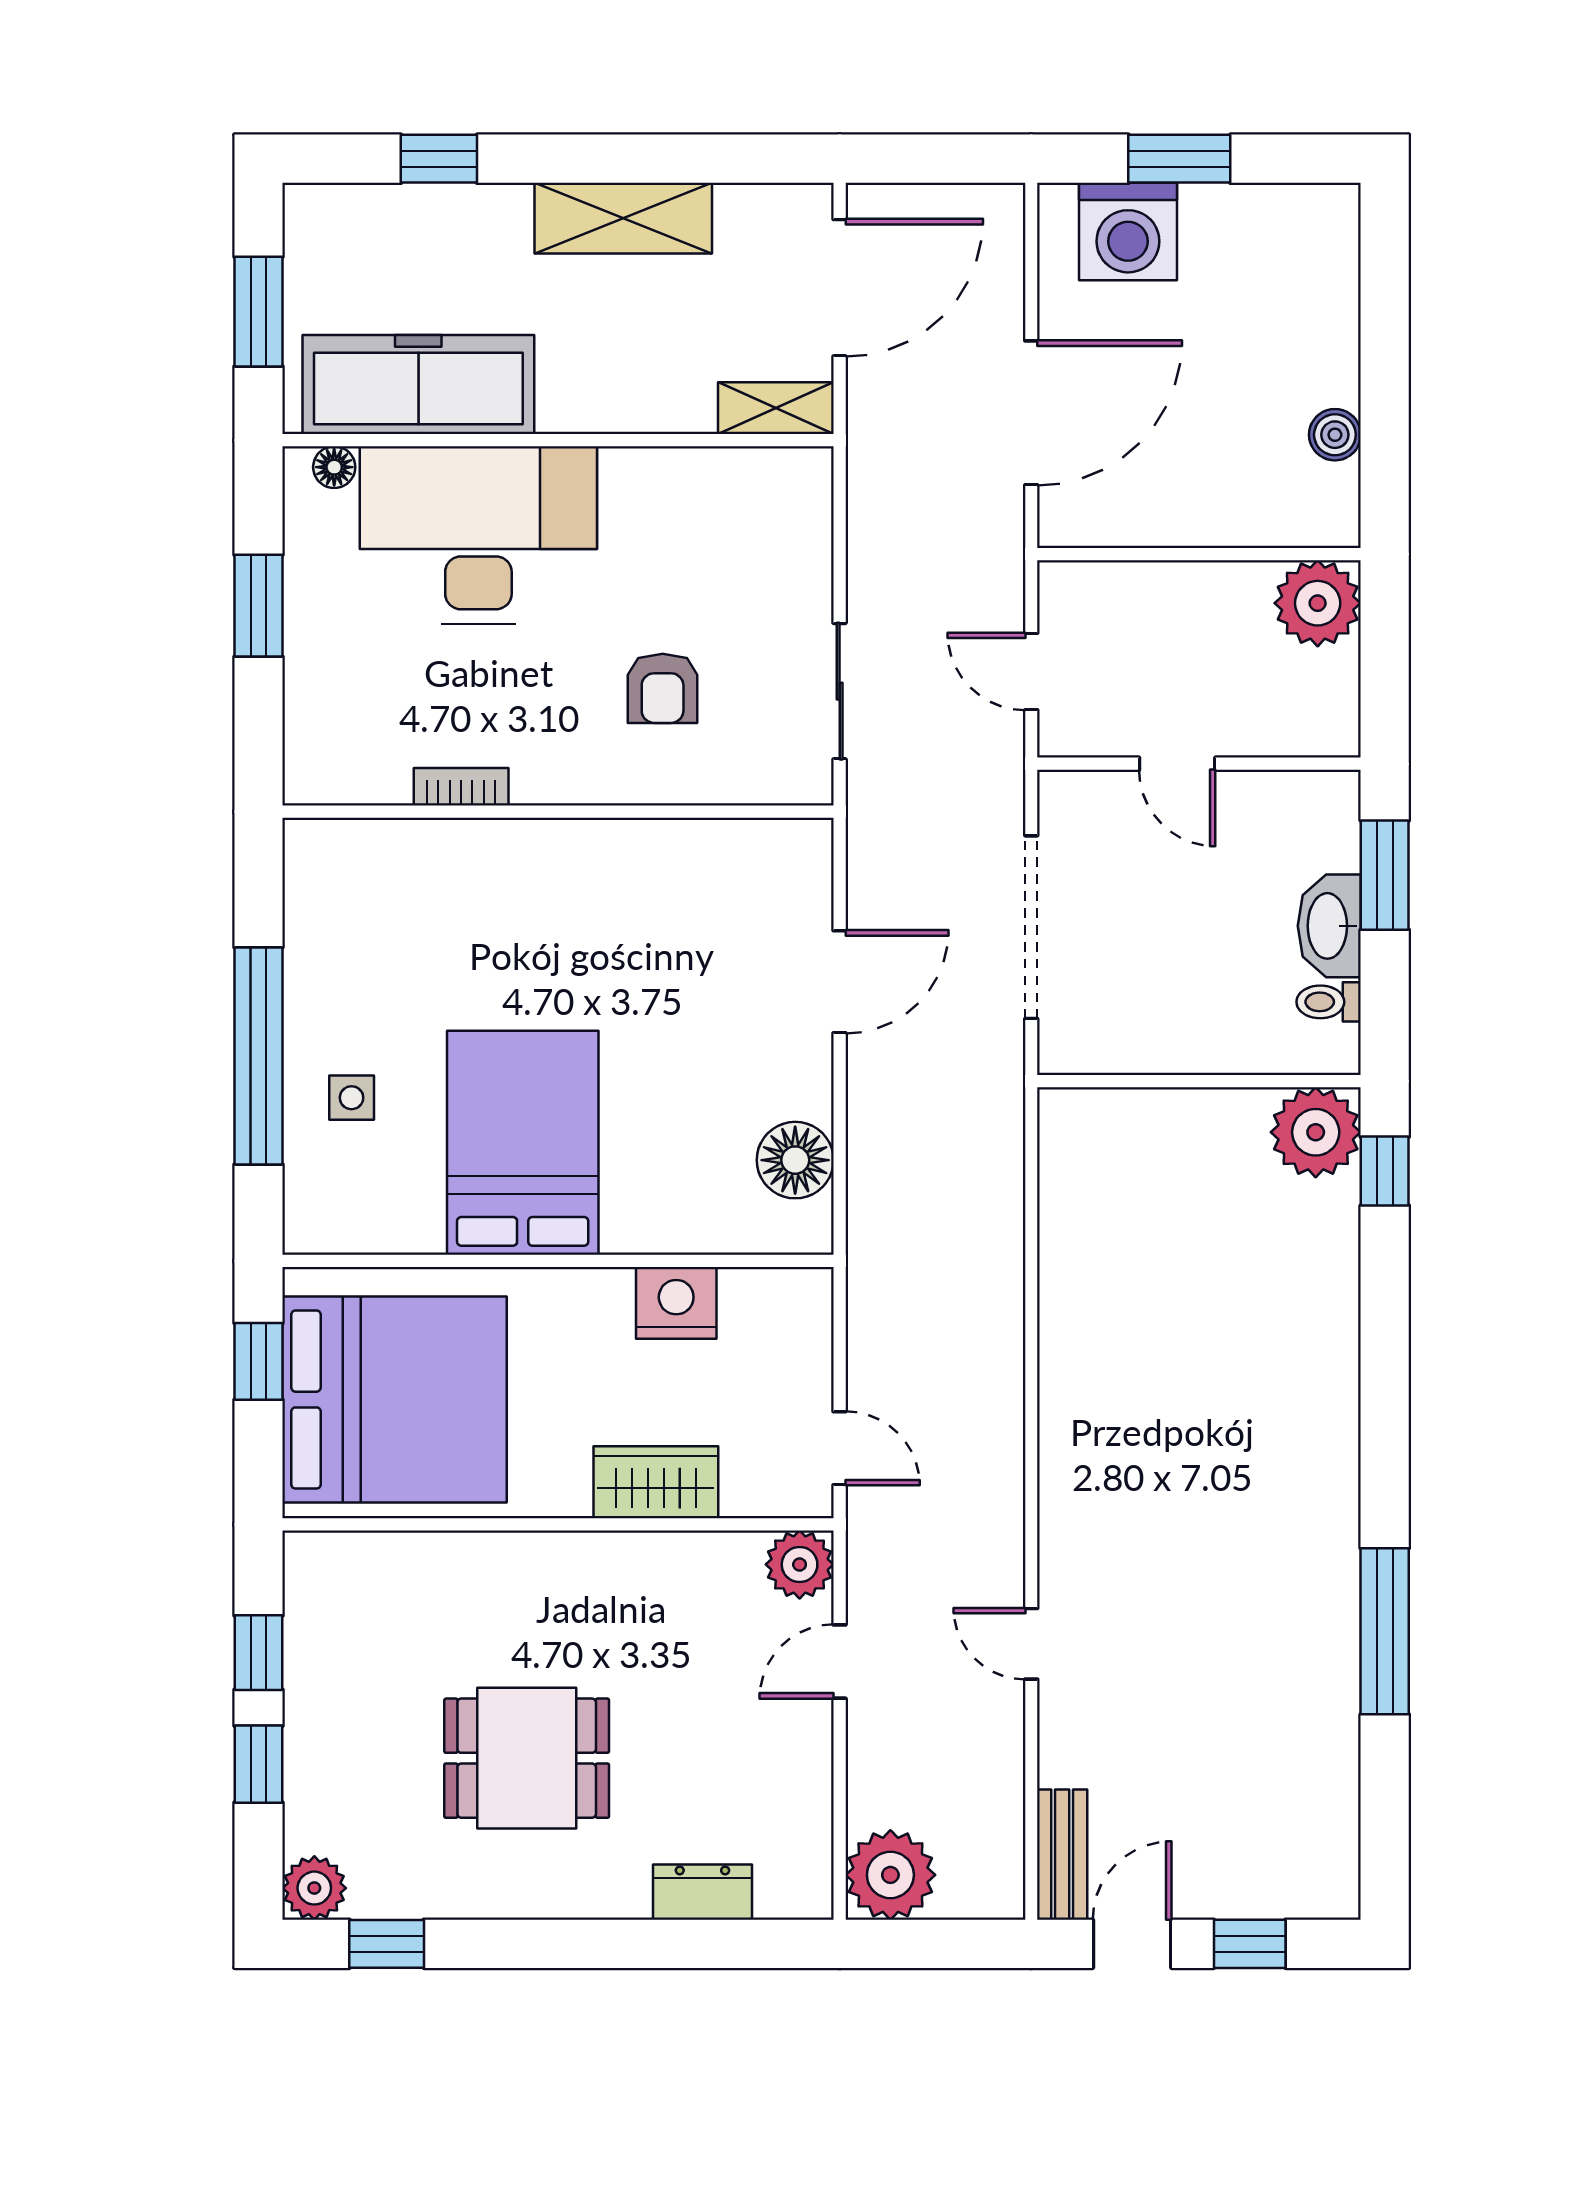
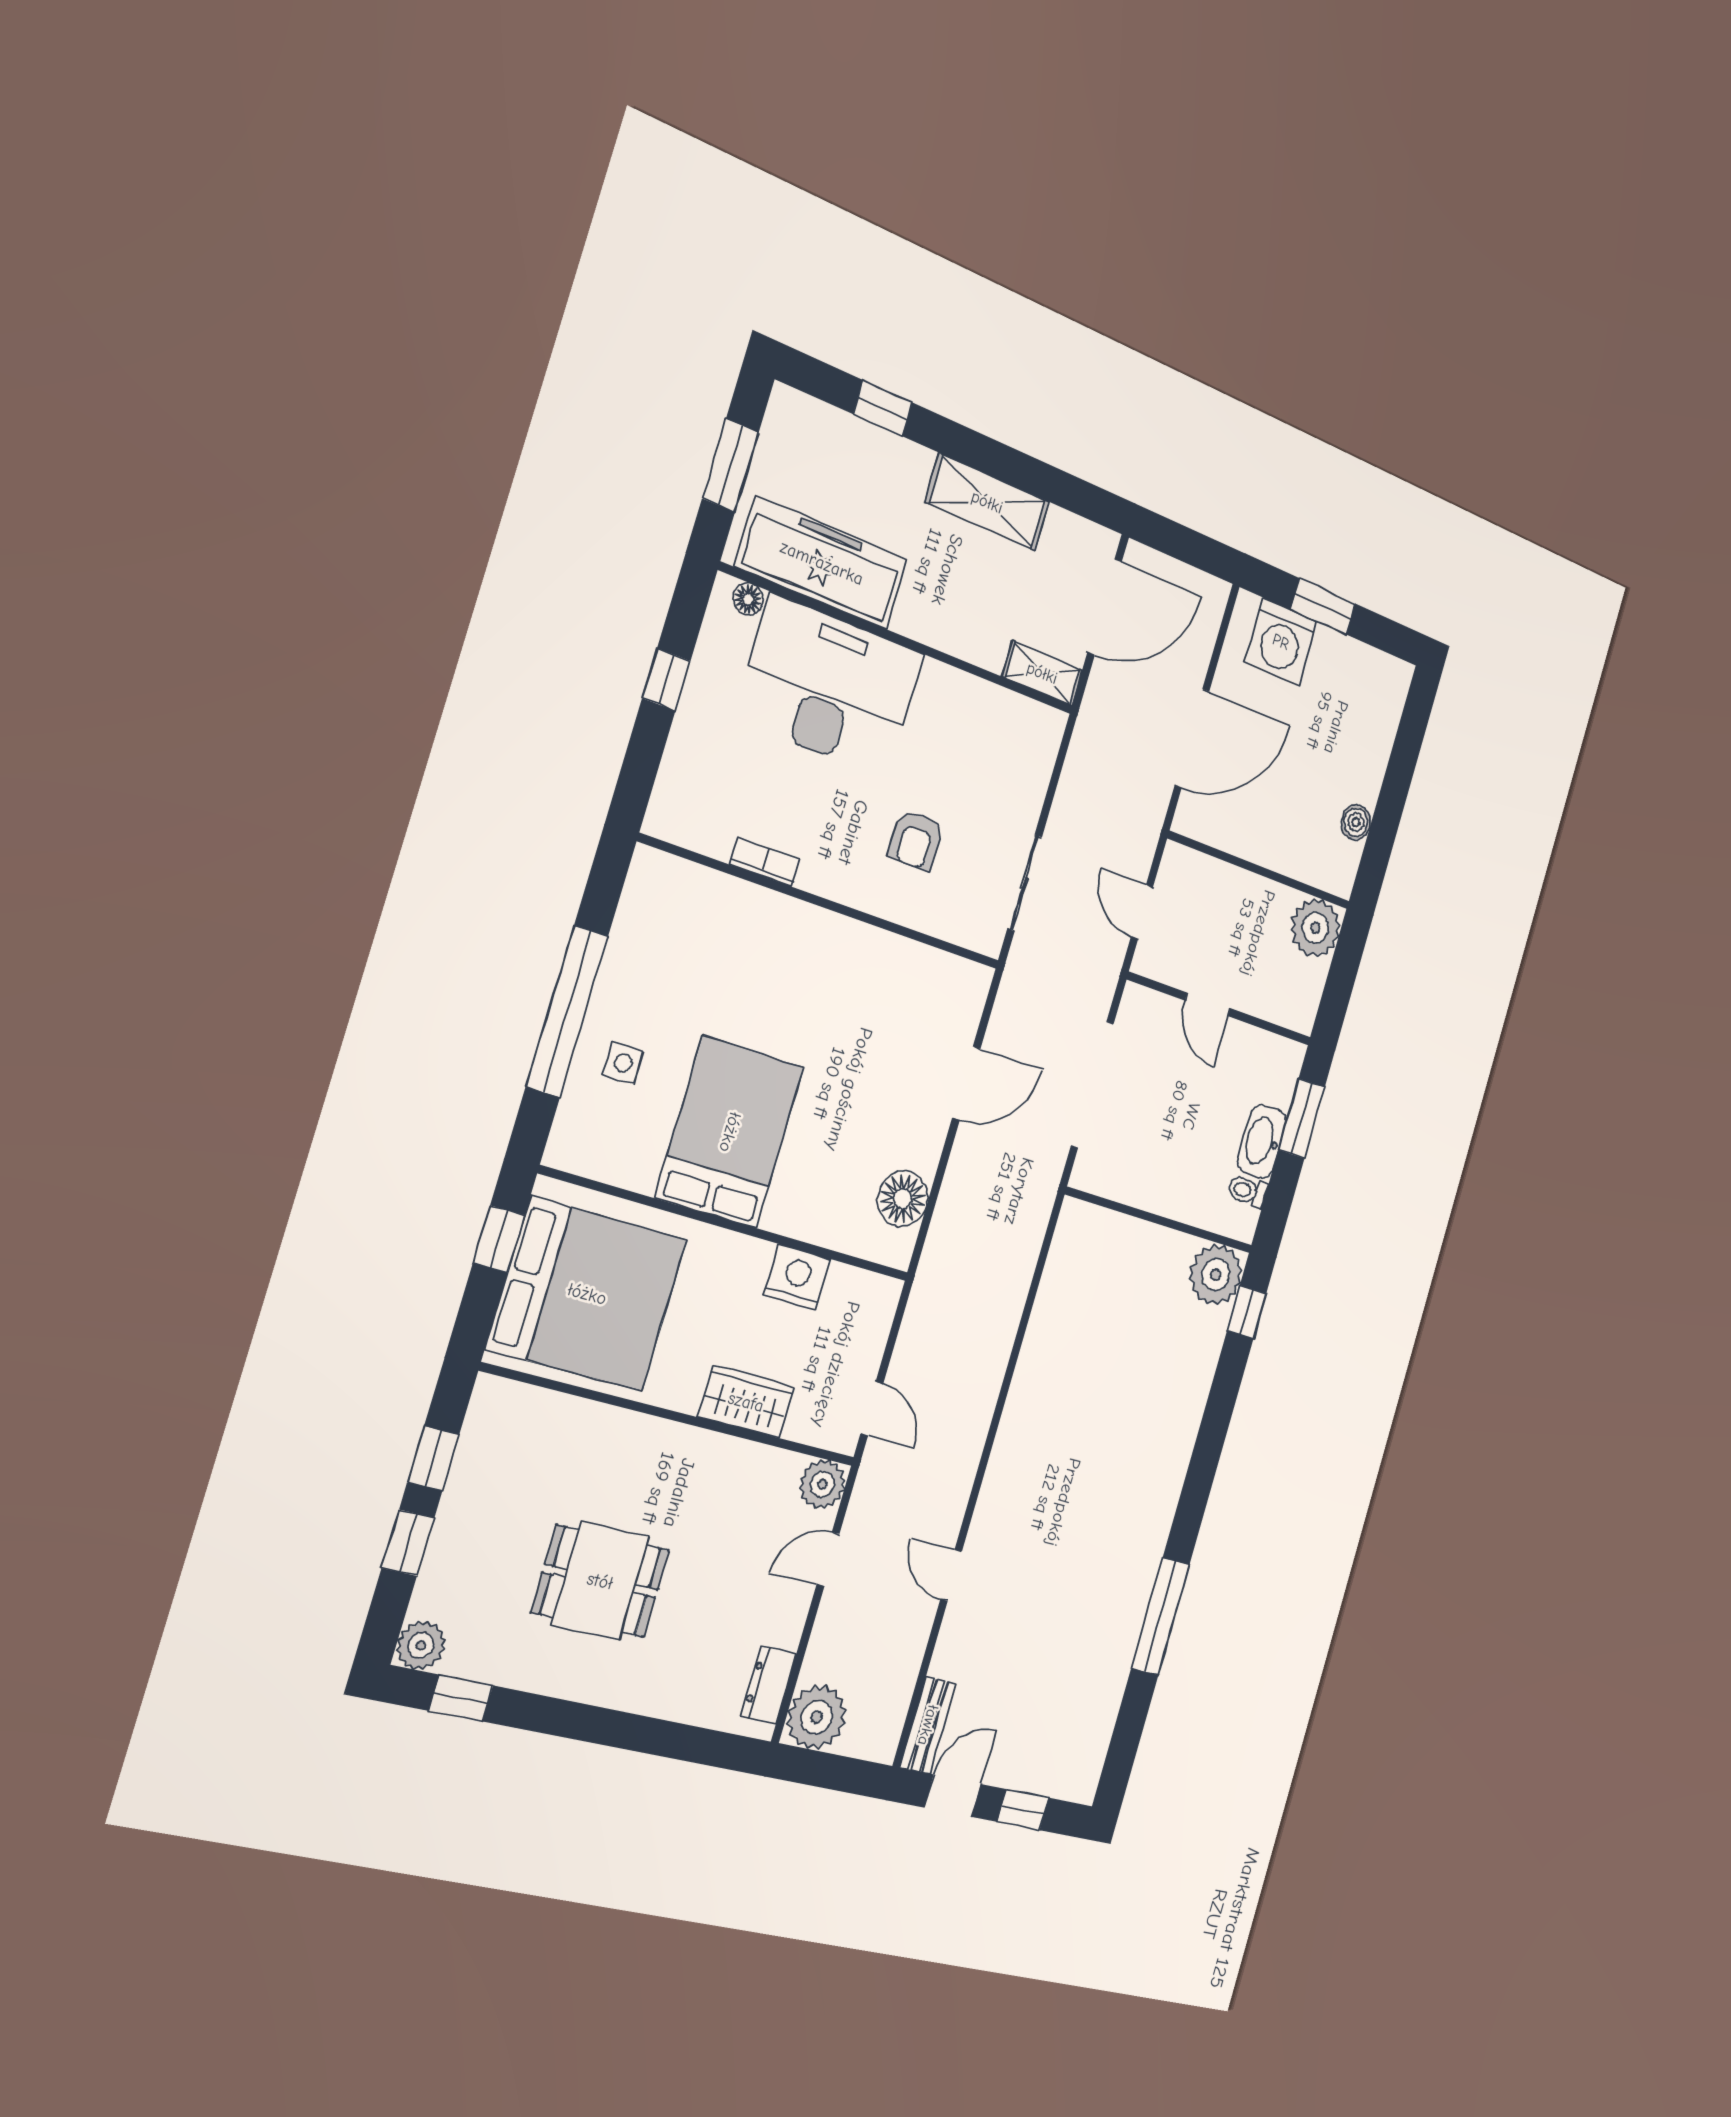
window: (259, 606) -> (666, 679), width x0.67
dresser: (702, 1892) -> (768, 1685), moved, turned -90

